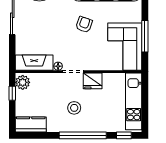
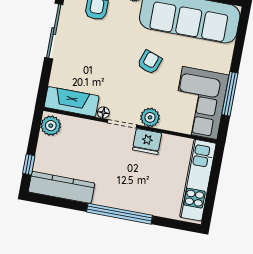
plant: (92, 63) -> (150, 117), added
window: (12, 93) -> (29, 165), moved
stool: (74, 108) -> (115, 174), removed
kitchen counter: (31, 125) -> (61, 187), width x1.50
window: (124, 135) -> (176, 224), removed

